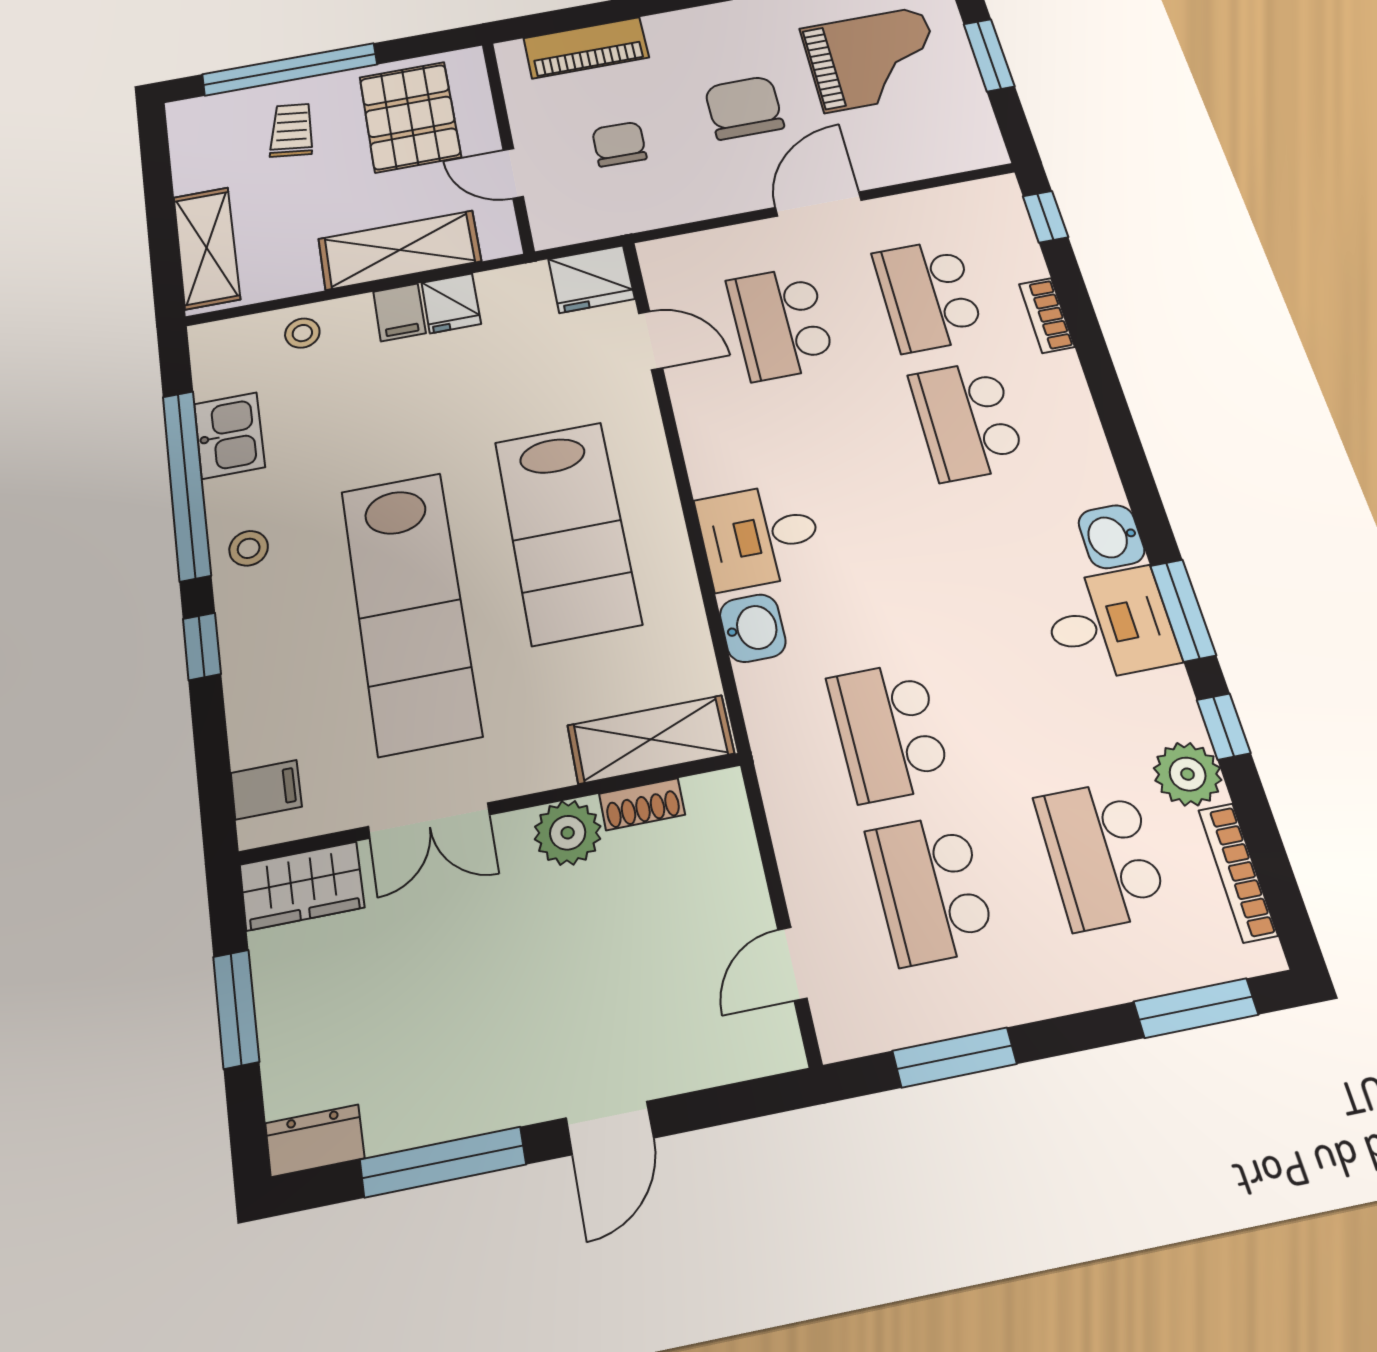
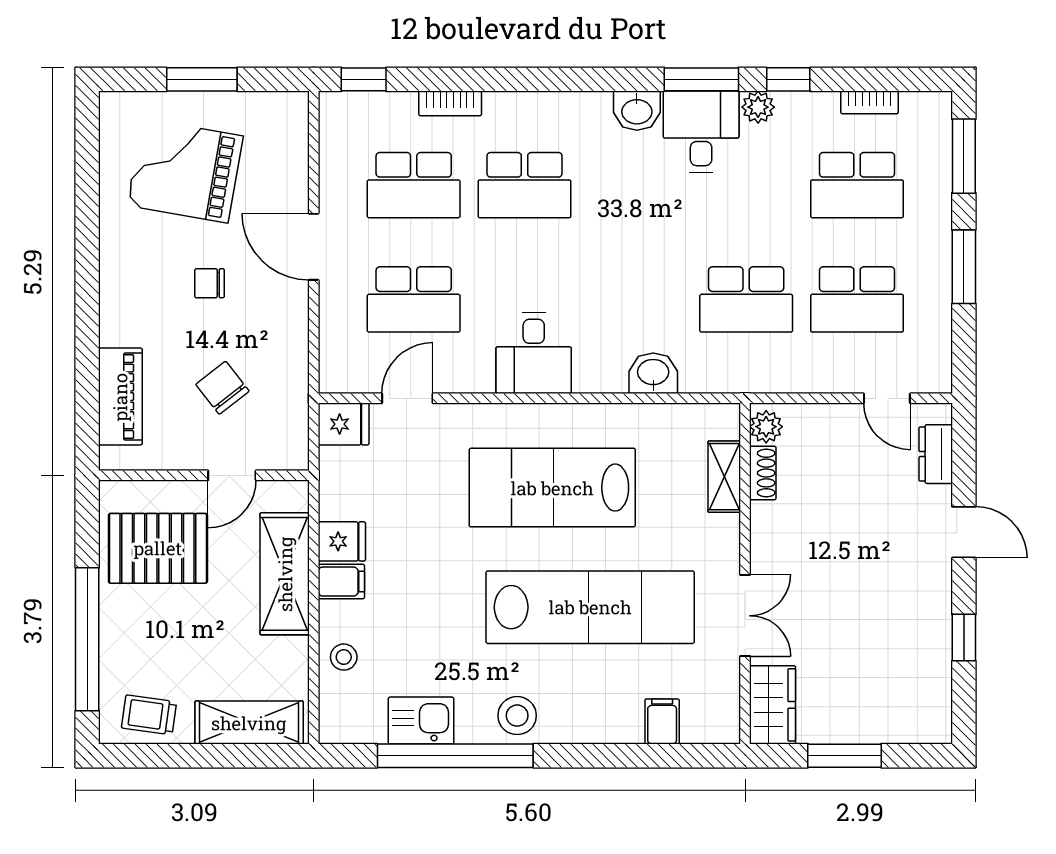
grand piano: (874, 59) -> (185, 171), turned -80
chair: (744, 108) -> (209, 283), width x0.54, depth x0.54
trolley: (292, 130) -> (149, 715), moved
chair: (619, 144) -> (222, 388), turned 51
fridge: (591, 279) -> (344, 424), width x0.72
lab bench: (567, 532) -> (552, 488), turned 180
desk: (760, 536) -> (534, 353), moved
stool: (249, 548) -> (517, 716), width x1.37, depth x1.37
window: (202, 646) -> (587, 756), removed
shelving: (651, 739) -> (724, 477), width x0.67, depth x0.75
plant: (1188, 774) -> (758, 107), moved, width x0.73, depth x0.73
filing cabinet: (266, 790) -> (662, 721), moved
plant: (568, 833) -> (766, 427), moved, width x0.73, depth x0.73
bookcase: (1238, 872) -> (870, 102), width x0.64
window: (954, 1057) -> (964, 267), moved
dresser: (315, 1141) -> (936, 454), moved
window: (443, 1162) -> (964, 638), width x0.46

